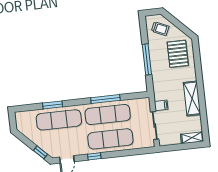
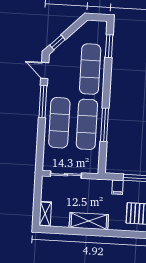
window: (53, 105) -> (109, 46), moved
filing cabinet: (161, 105) -> (117, 187), moved
window: (94, 156) -> (43, 102), width x2.17

